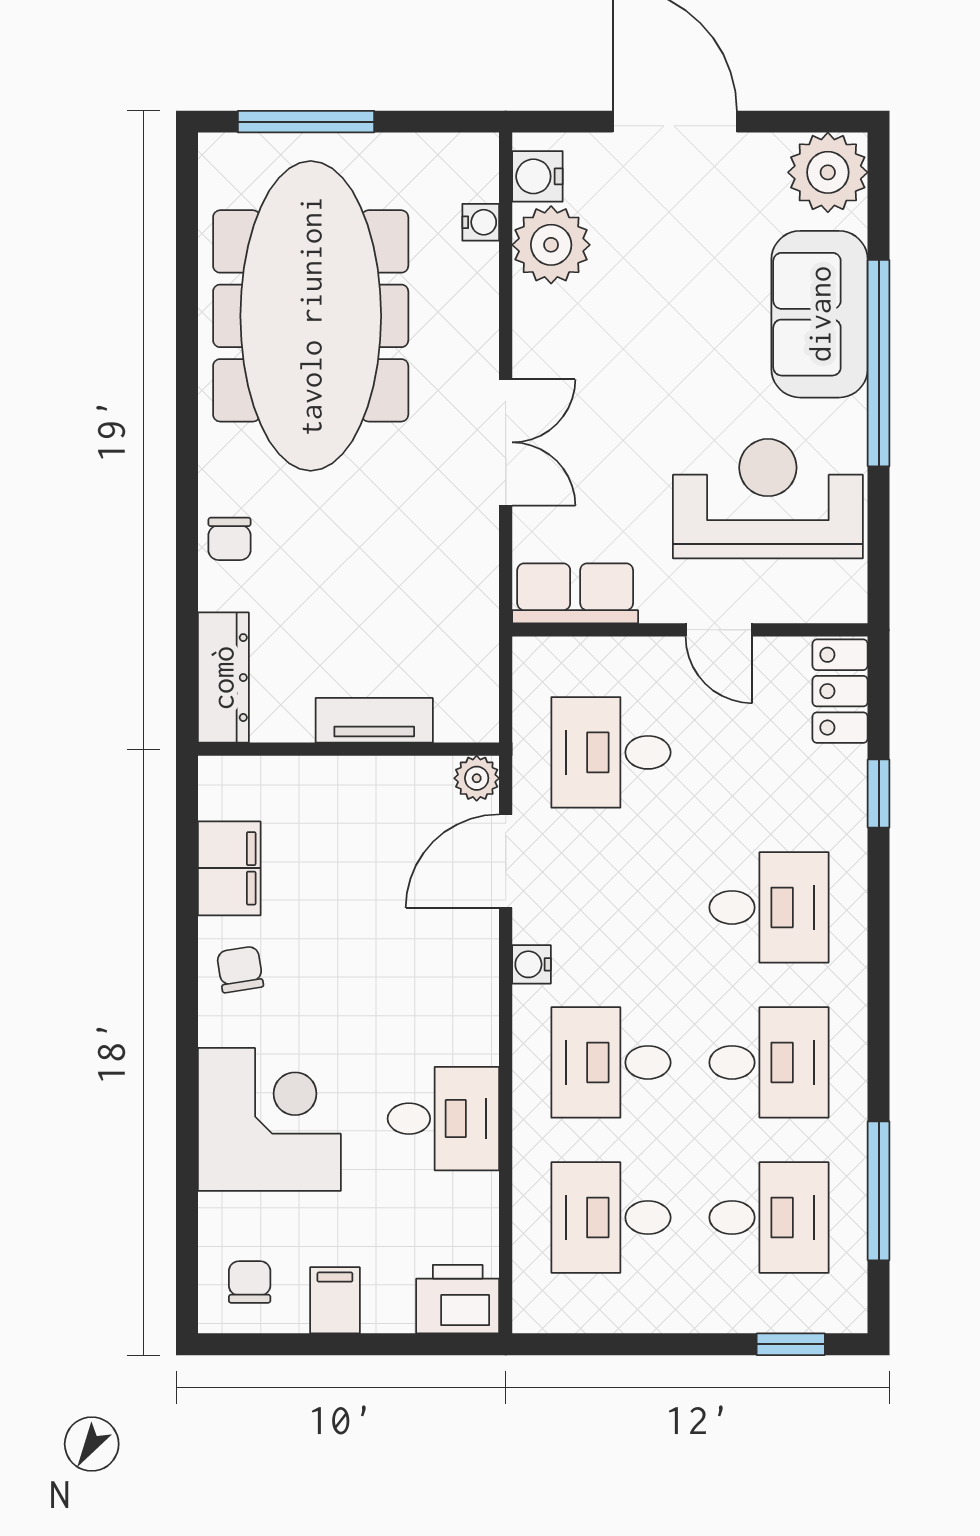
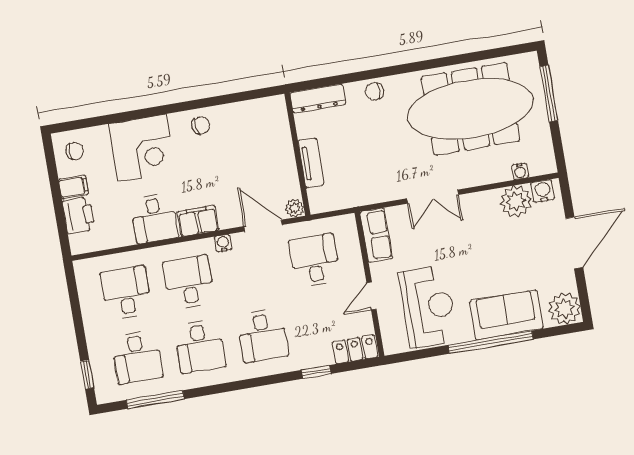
filing cabinet: (229, 868) -> (198, 221), moved, turned 180
printer: (458, 1299) -> (79, 215), moved

